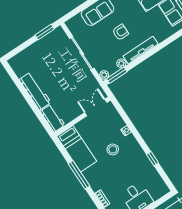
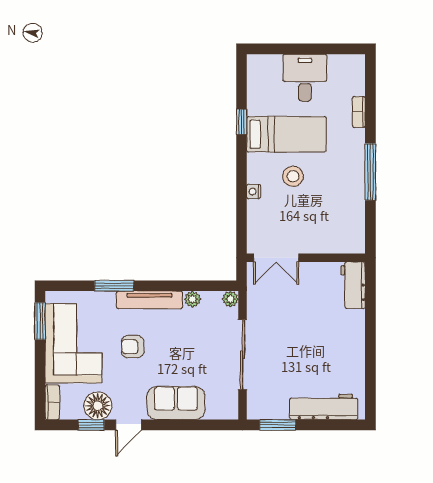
armchair: (120, 32) -> (133, 347), moved
window: (117, 75) -> (114, 286), moved
workbench: (35, 91) -> (324, 407), moved, turned 90
bed: (77, 149) -> (286, 134), moved, turned 90

